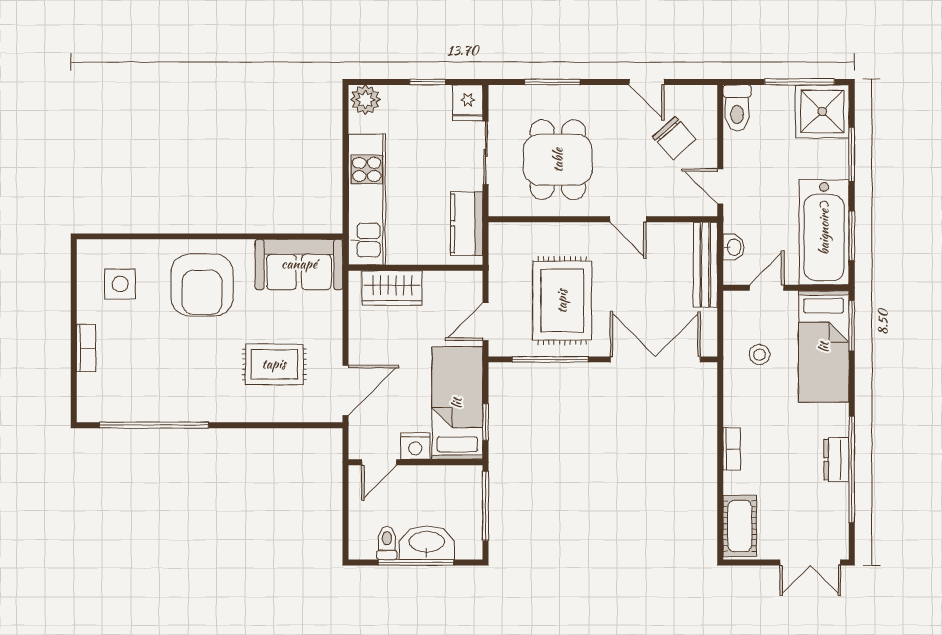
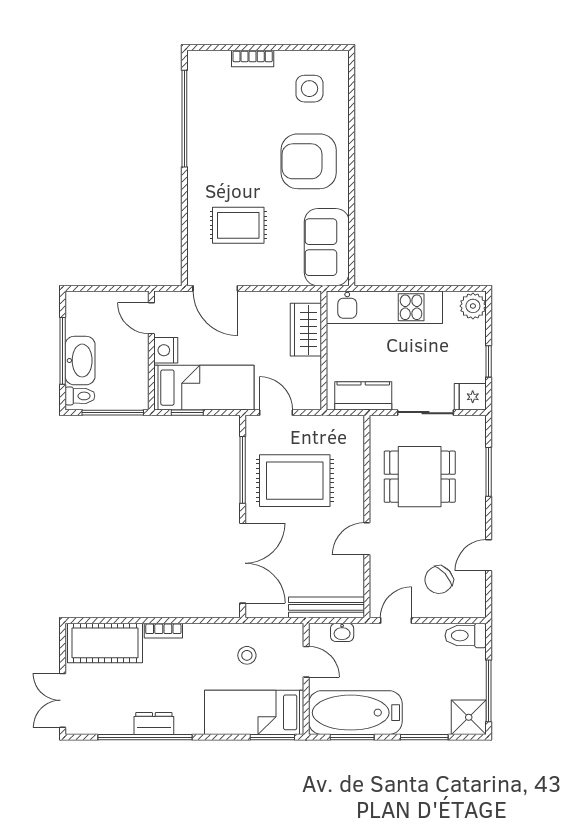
shower: (822, 111) -> (469, 717), width x0.73, depth x0.73
rug: (274, 364) -> (238, 225), turned 90
cot: (740, 526) -> (105, 643), width x1.37, depth x1.34
toilet: (387, 543) -> (80, 396), moved

